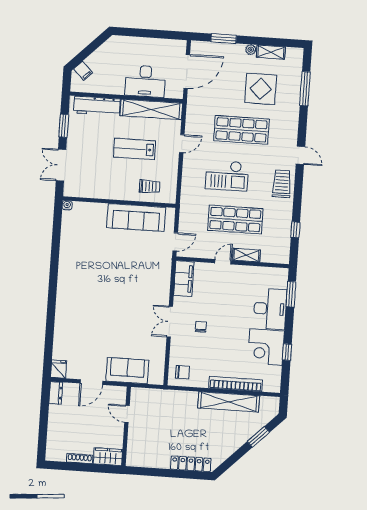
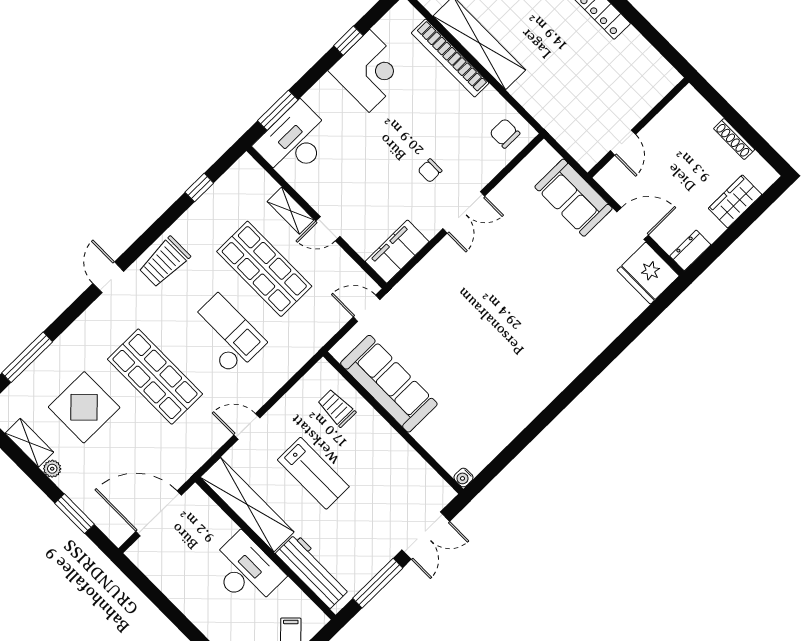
desk: (145, 81) -> (246, 571), moved
window: (64, 126) -> (378, 583), width x1.44
desk: (270, 309) -> (294, 141), moved
fridge: (59, 369) -> (648, 273), width x1.88, depth x1.34
wardrobe: (108, 457) -> (735, 201), moved, turned 90

